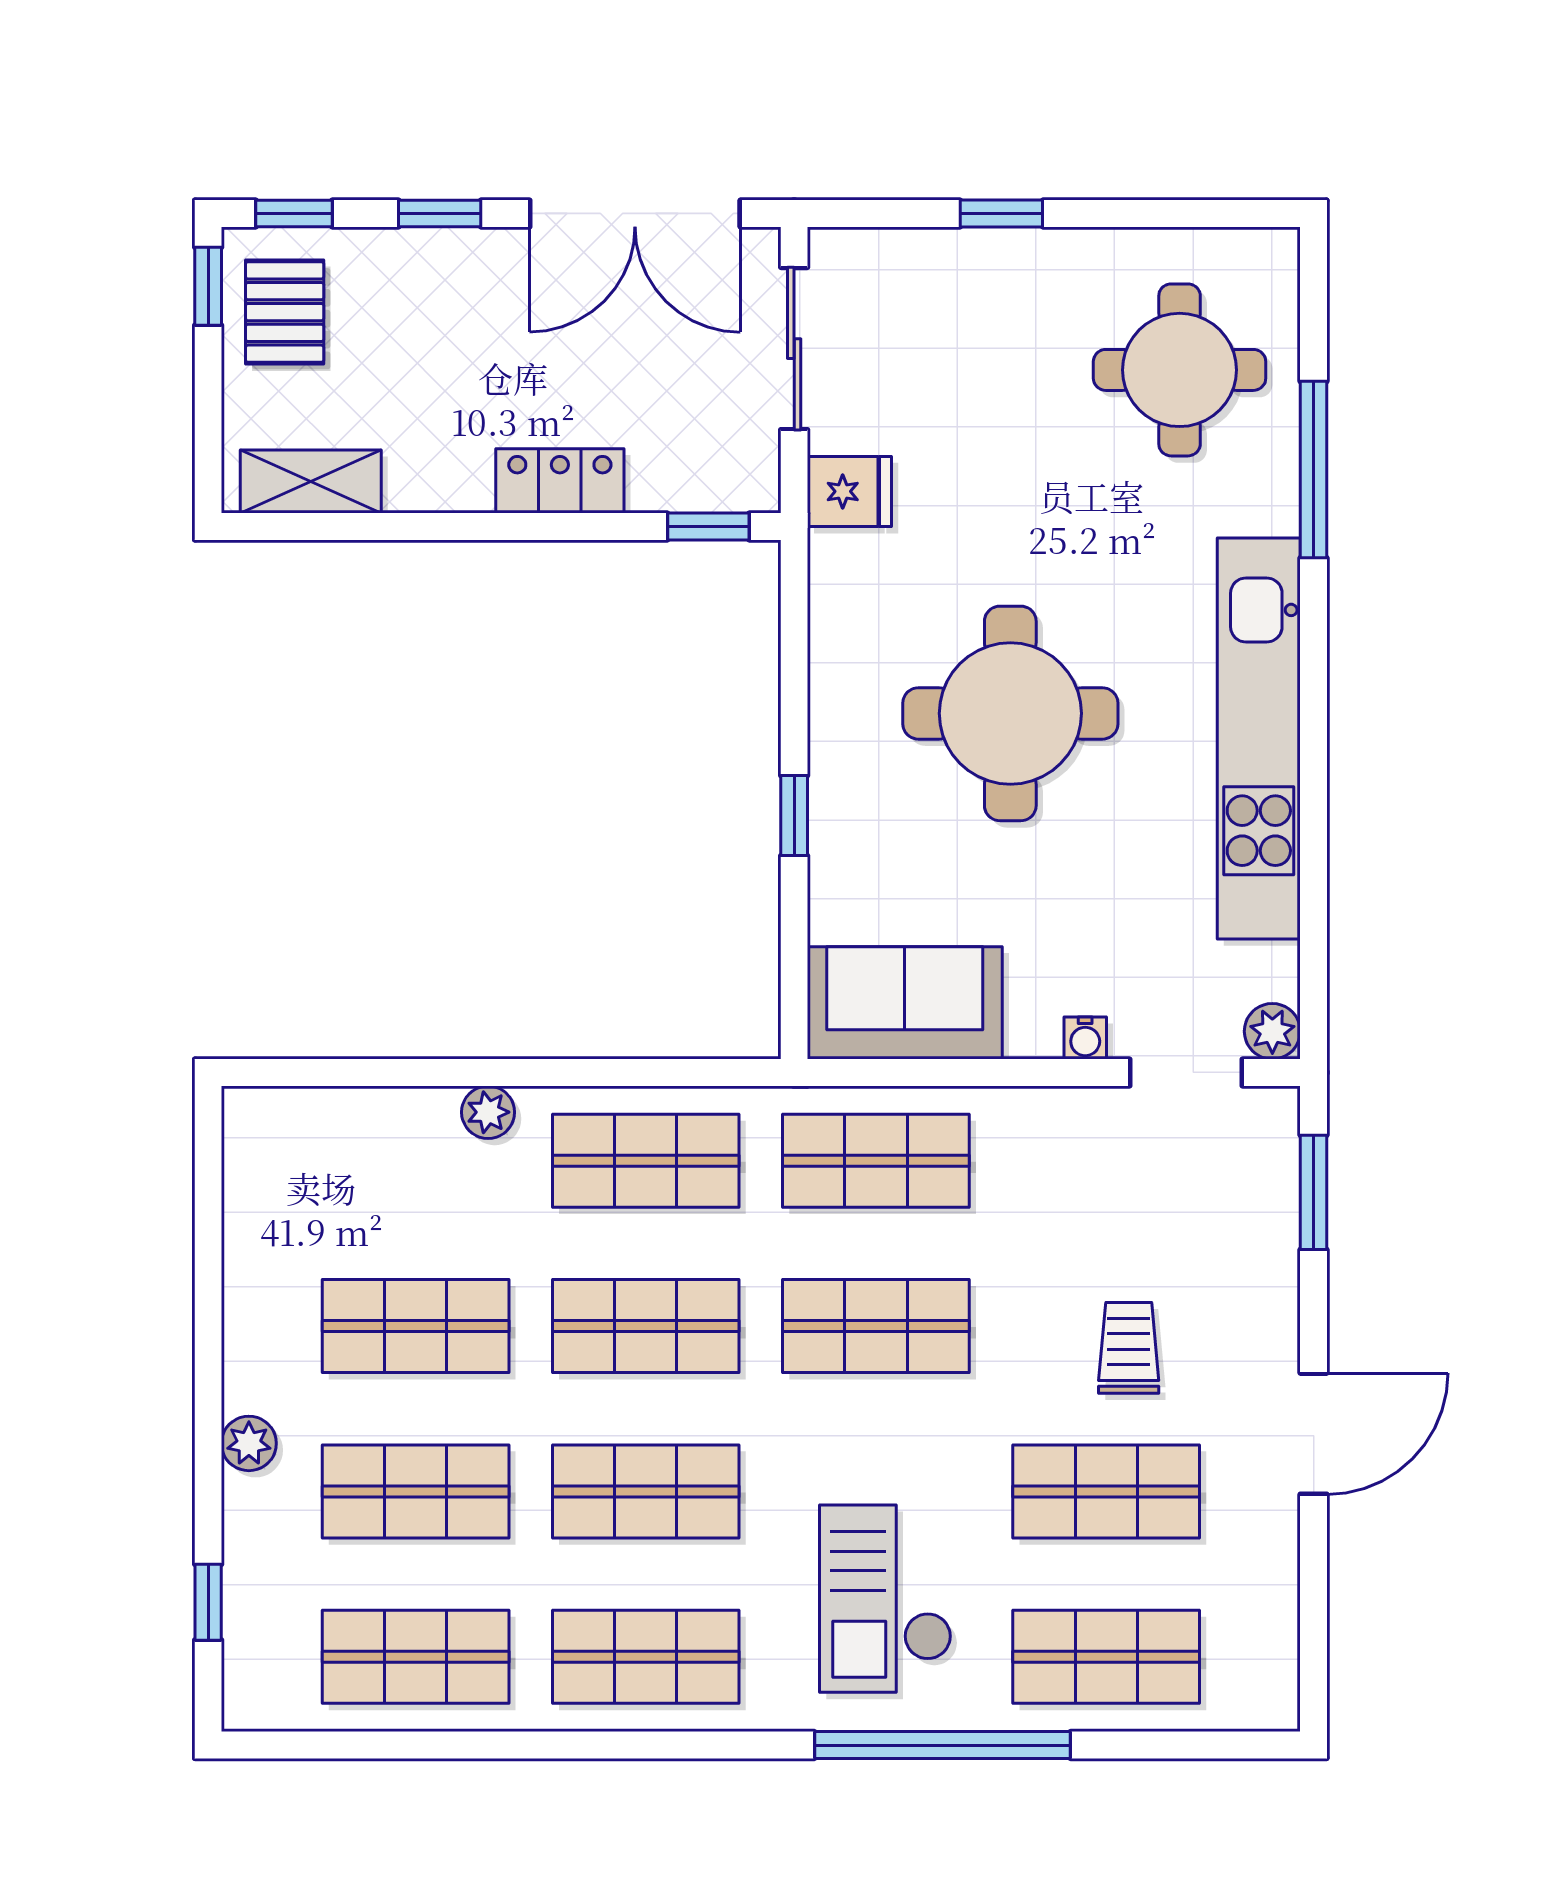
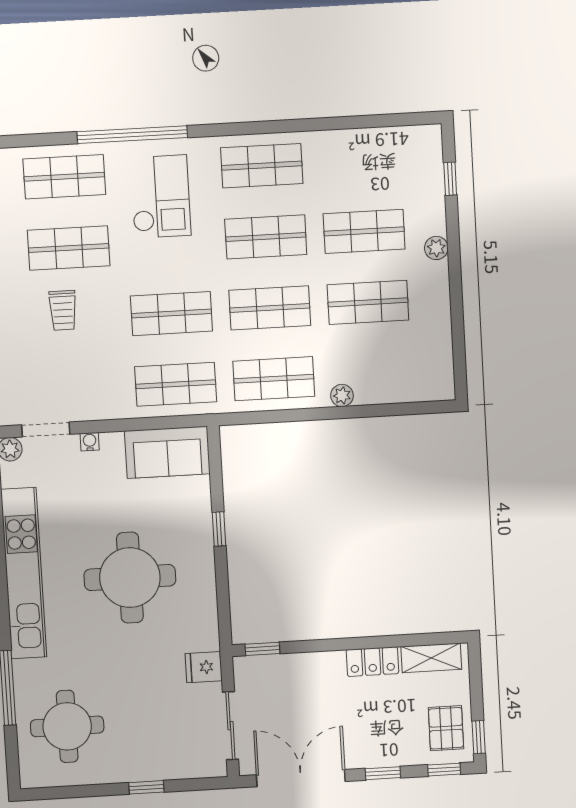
locker: (560, 481) -> (372, 662), moved
shop shelf: (416, 1657) -> (360, 160), removed

